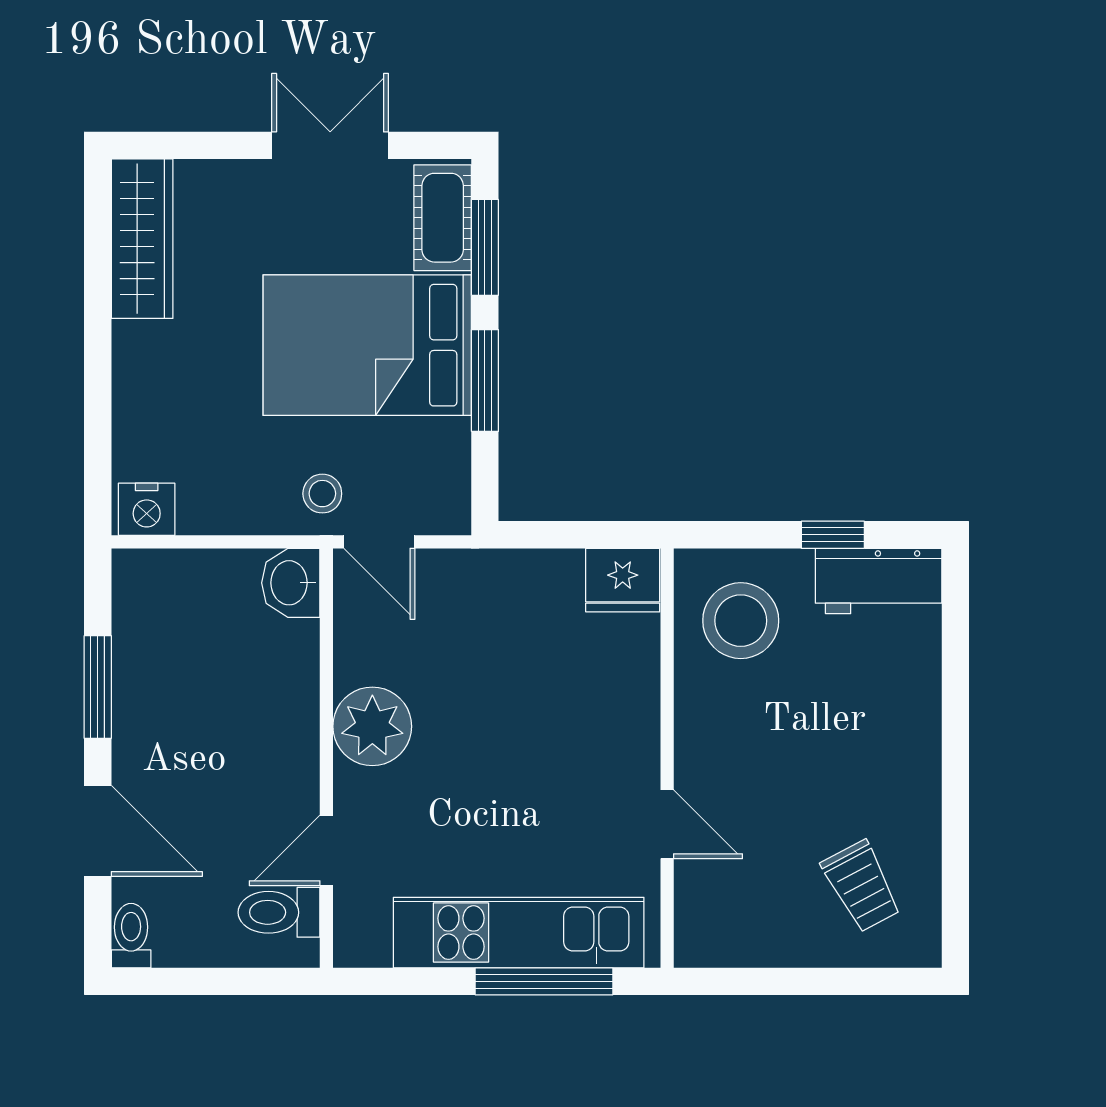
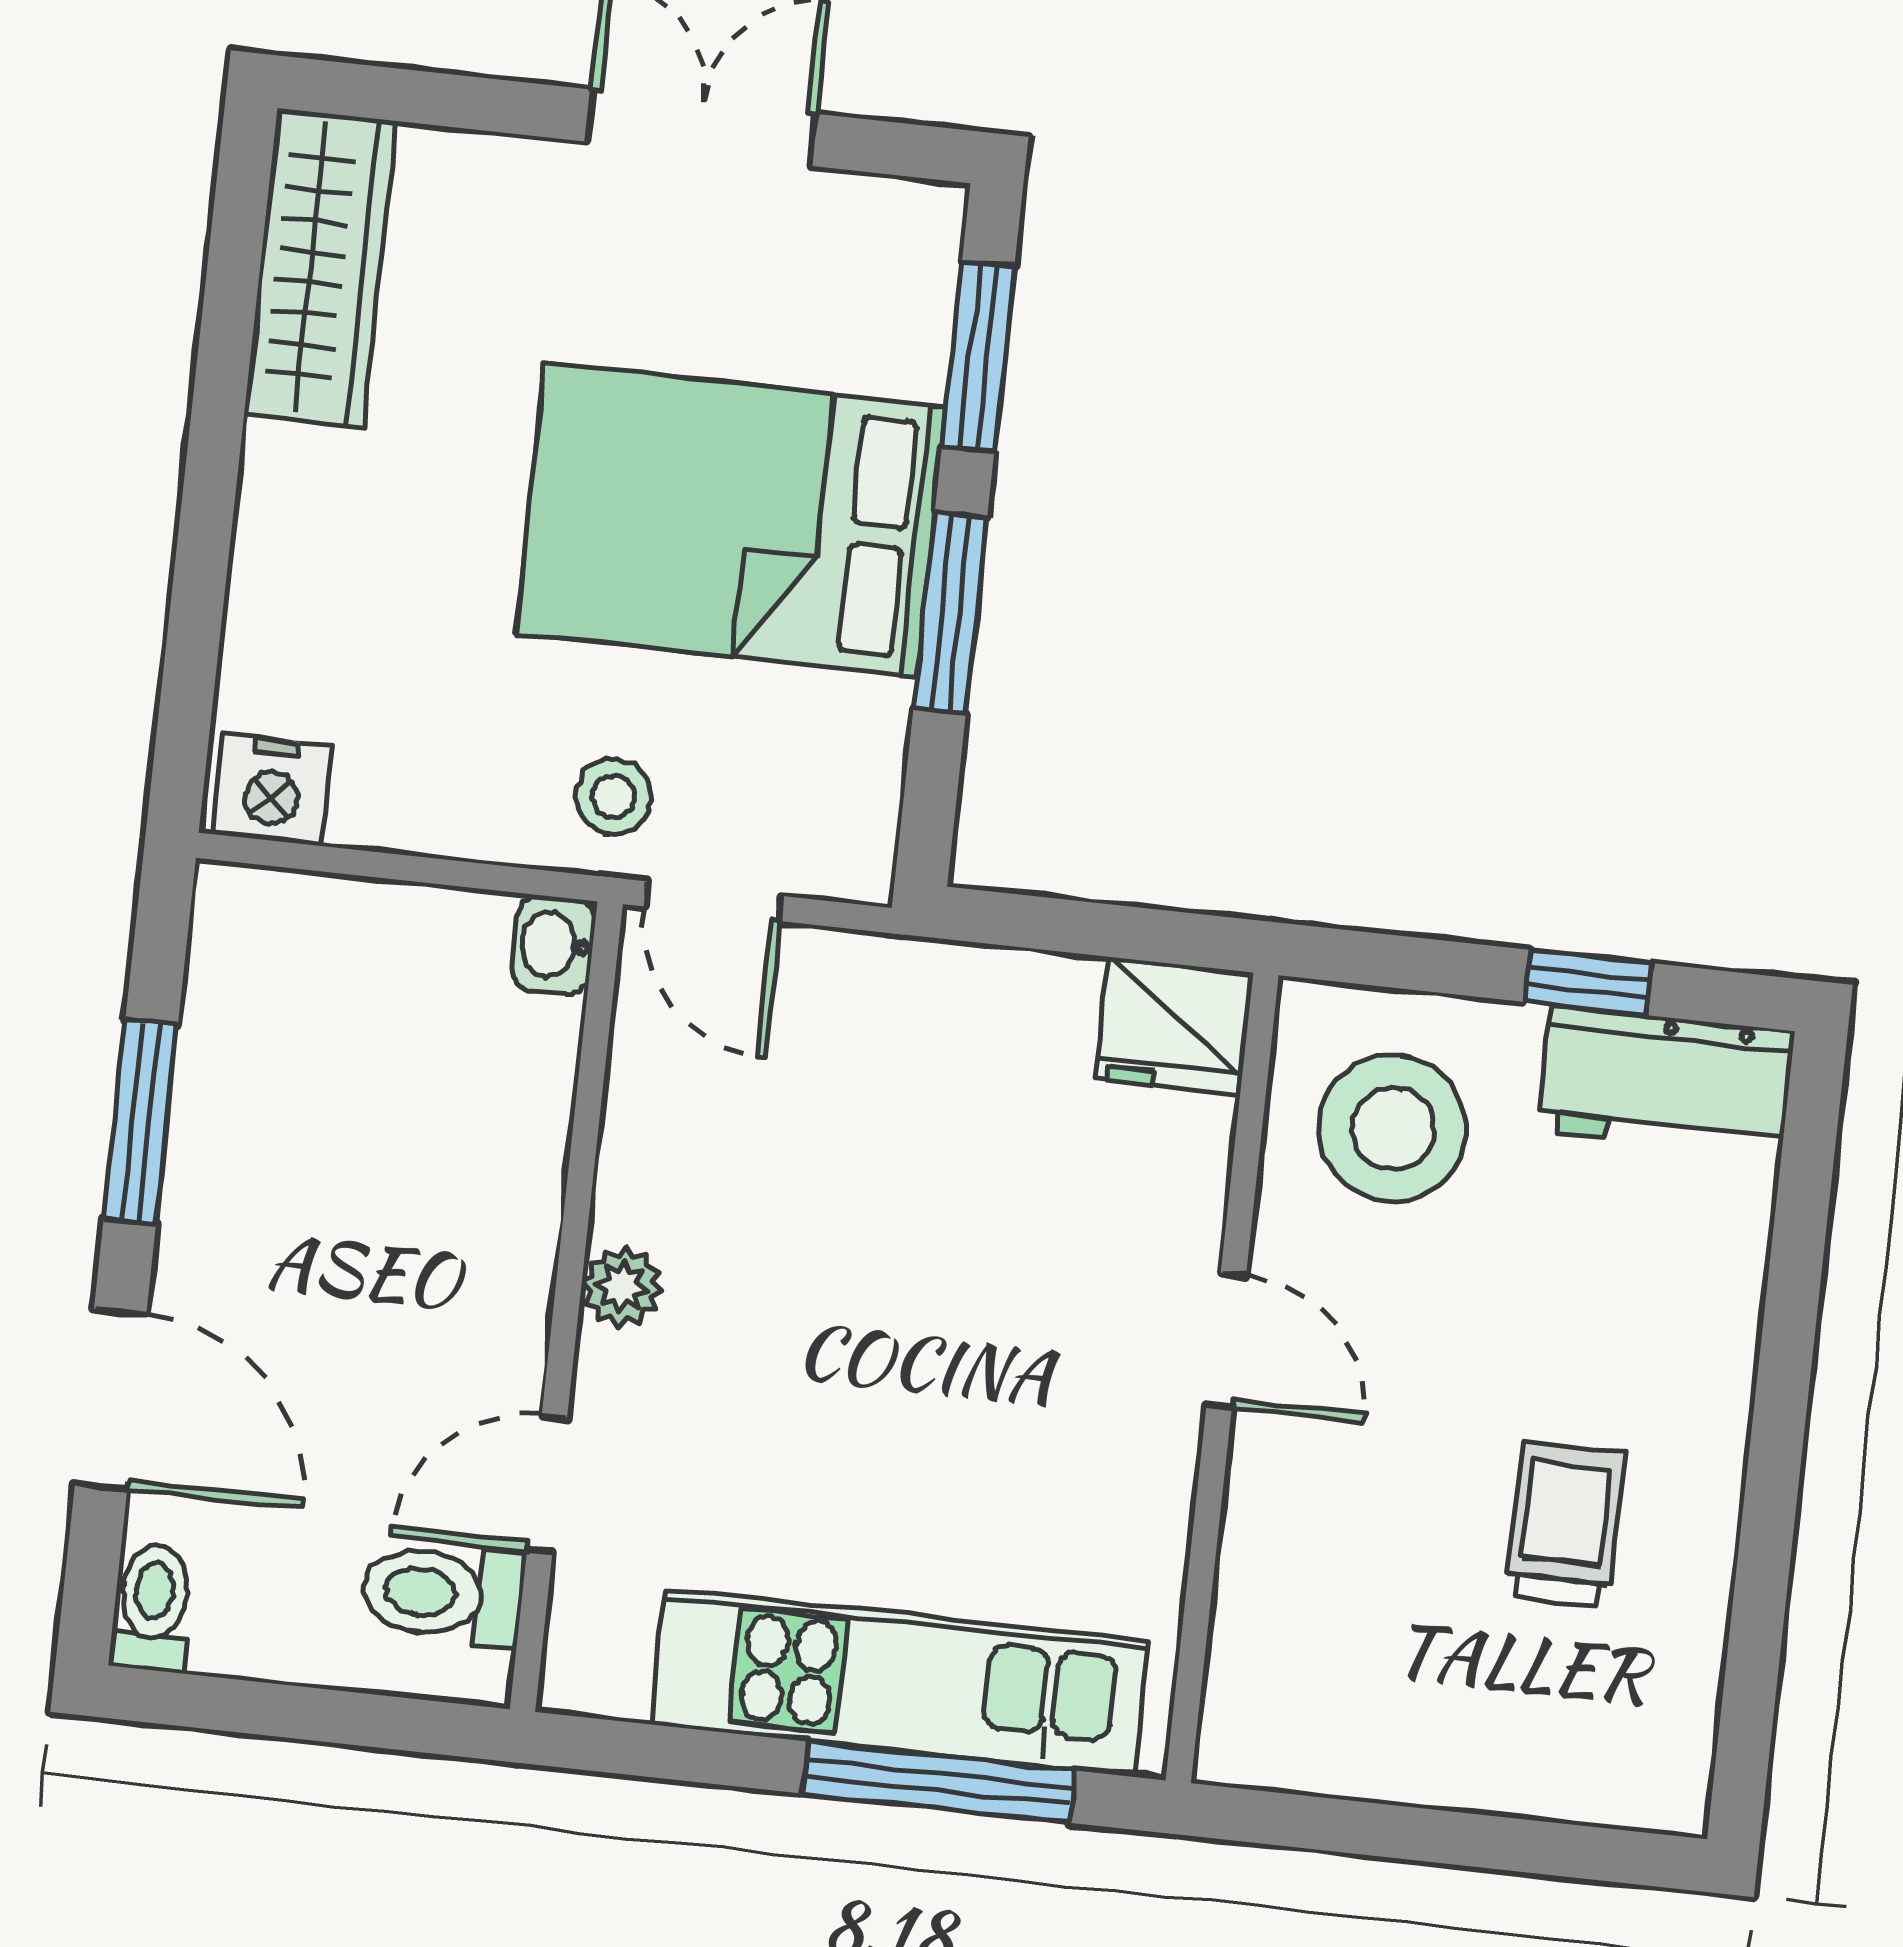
cot: (443, 218) -> (903, 290), removed
washbasin: (291, 583) -> (554, 945), width x0.72, depth x0.69
plant: (372, 726) -> (622, 1287), width x0.53, depth x0.53
door: (667, 824) -> (1226, 1340), moved
trolley: (861, 886) -> (1565, 1524), moved, turned -151

